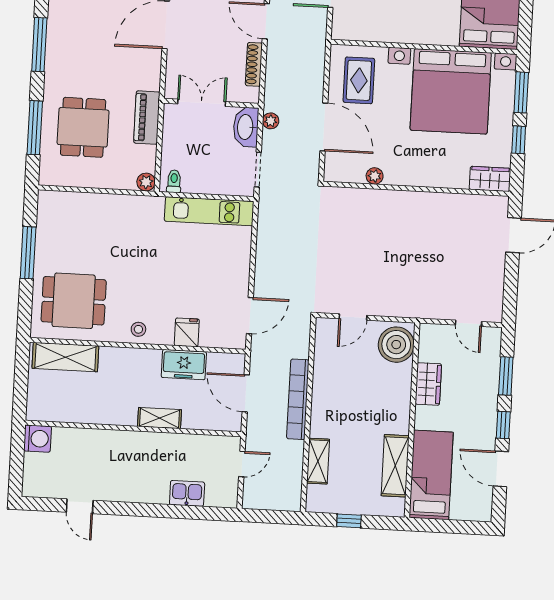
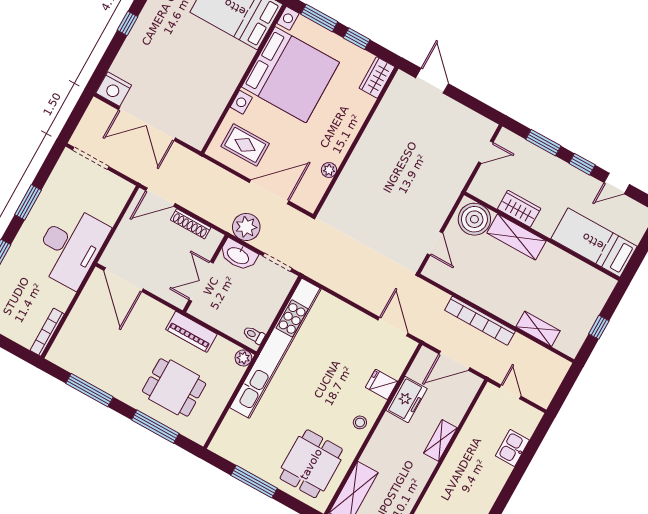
plant: (271, 121) -> (246, 227), width x1.88, depth x1.88
kitchen unit: (209, 211) -> (275, 348), width x1.86
shelving: (395, 466) -> (517, 237), moved
door: (501, 469) -> (617, 183), width x0.73

